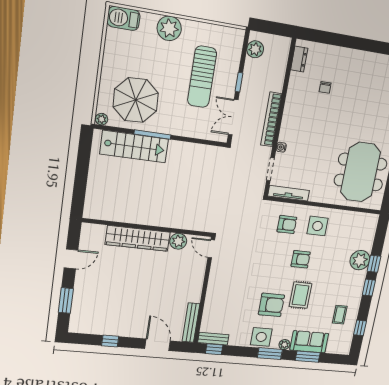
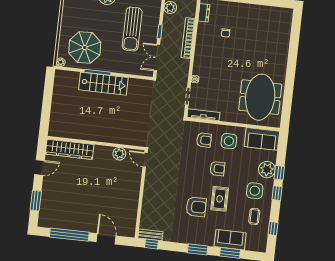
bookcase: (271, 119) -> (188, 38), moved
stairs: (134, 147) -> (103, 84), moved
sofa: (358, 224) -> (262, 139), added
wardrobe: (138, 238) -> (70, 149), moved
bench: (191, 323) -> (132, 221), removed
side table: (261, 337) -> (255, 191), moved
window: (110, 341) -> (69, 235), width x3.17
plant: (284, 345) -> (209, 242), removed

